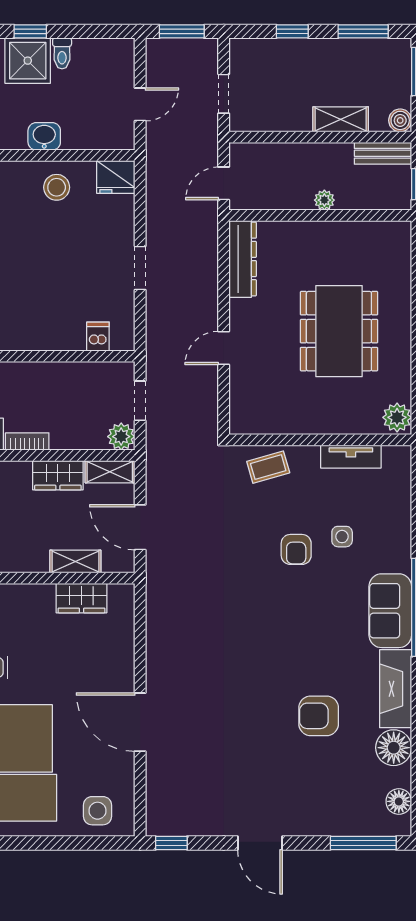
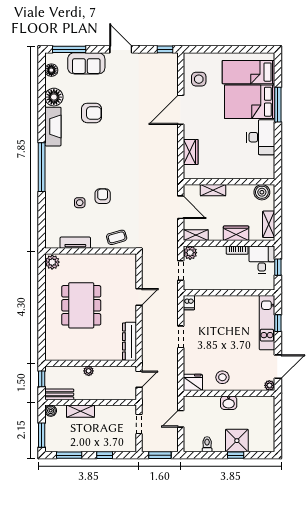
toilet: (62, 53) -> (207, 444), moved
dishwasher: (98, 337) -> (189, 303), moved
wardrobe: (58, 475) -> (236, 233), moved
wardrobe: (81, 598) -> (191, 152), moved, turned 90
sofa: (390, 611) -> (86, 63), moved, turned 90
door: (140, 722) -> (181, 110), swing flipped
side table: (97, 811) -> (199, 79), moved

